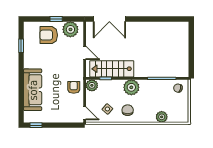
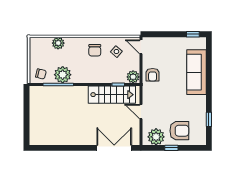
plant: (131, 87) -> (63, 75), moved

